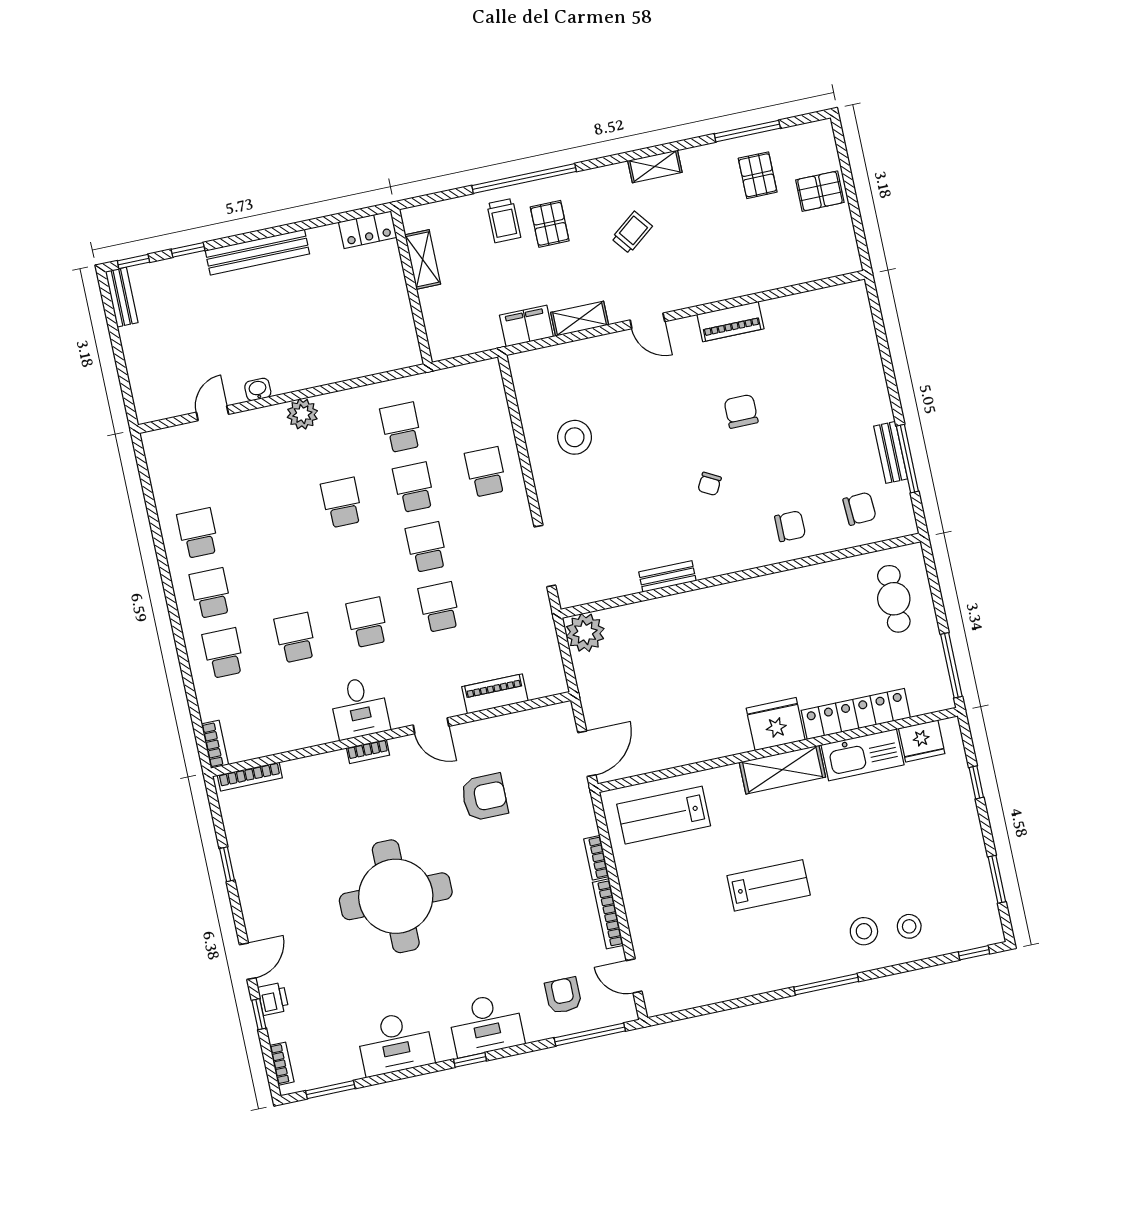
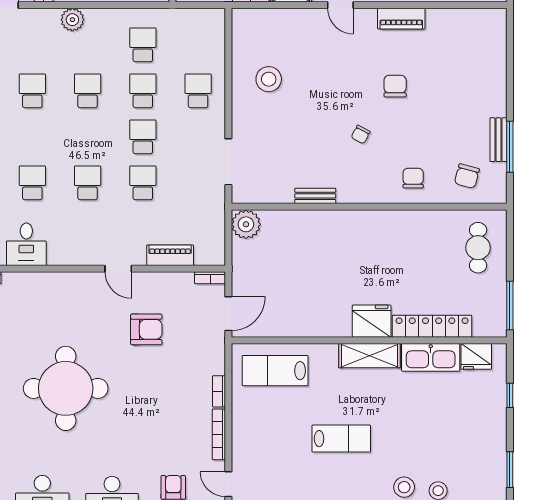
chair: (859, 509) -> (467, 176), turned 108
school desk: (270, 518) -> (32, 91), added
chair: (790, 526) -> (413, 178), turned -90
desk: (359, 708) -> (26, 244), moved
bookcase: (368, 752) -> (210, 278), moved

